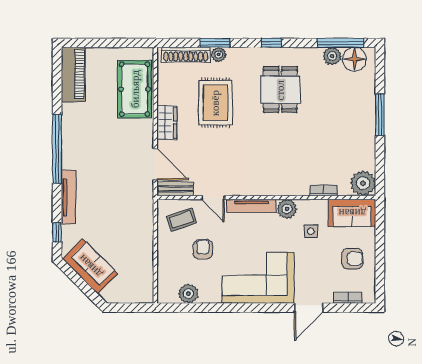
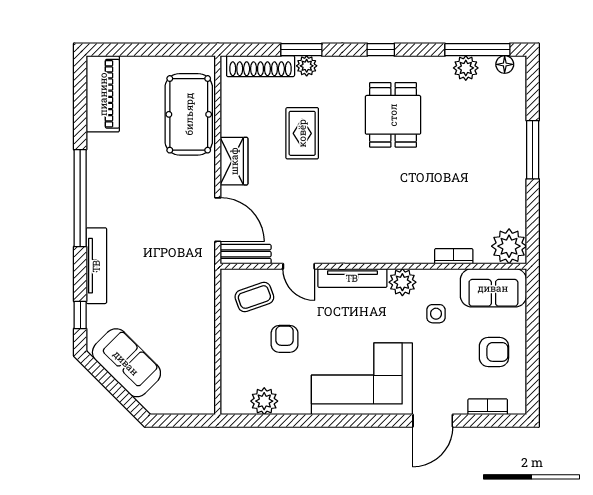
floor lamp: (354, 59) -> (505, 64), width x0.53, depth x0.53
rug: (215, 103) -> (302, 133), width x0.73, depth x0.70

